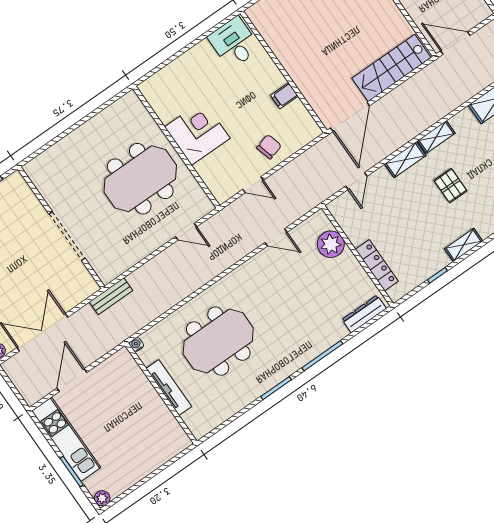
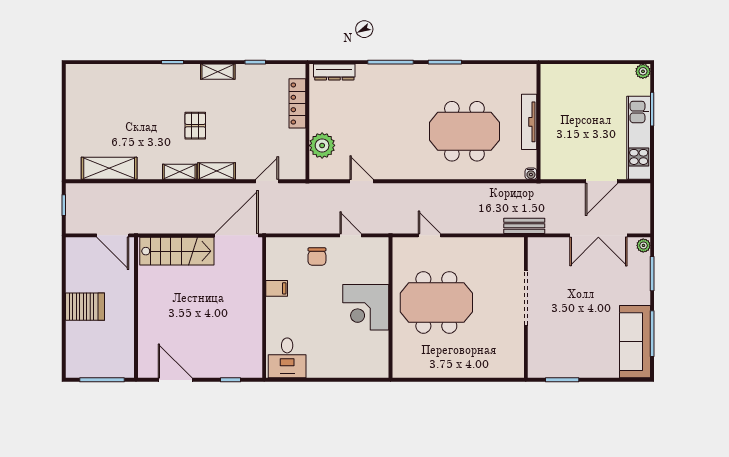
chair: (269, 147) -> (317, 257), turned -75

